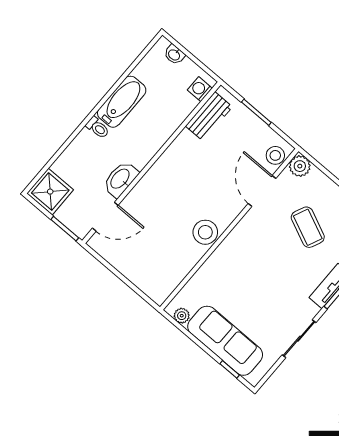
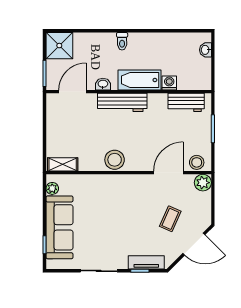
washing machine: (200, 89) -> (169, 83), moved
bathtub: (122, 102) -> (140, 80), moved, turned 180
workbench: (157, 178) -> (122, 102), added
washbasin: (120, 179) -> (103, 84), width x0.52, depth x0.69
door: (105, 217) -> (73, 92), swing flipped
coffee table: (308, 227) -> (170, 219), width x0.73, depth x0.77
shelving: (167, 286) -> (63, 164), added

